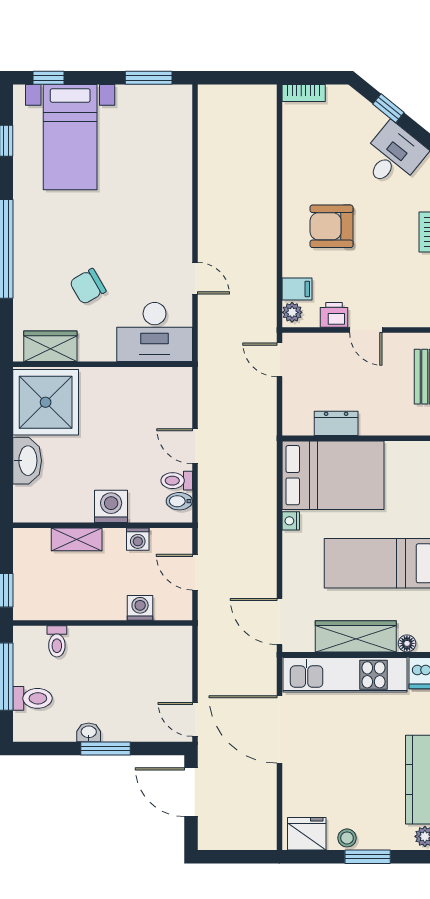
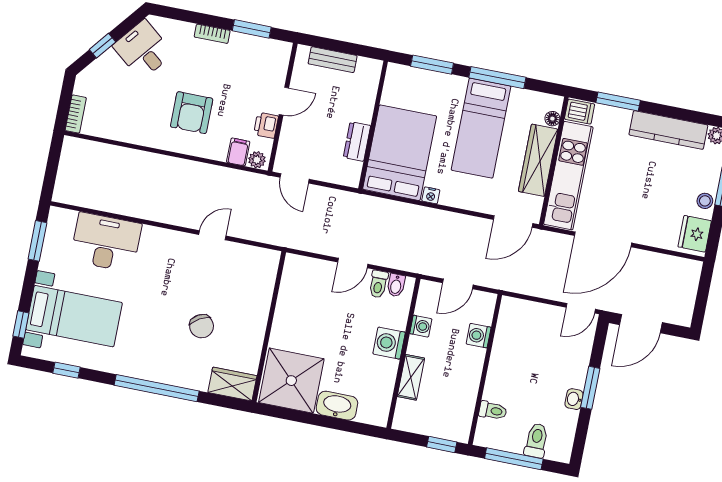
desk: (155, 332) -> (106, 242), moved, turned -90
wardrobe: (50, 346) -> (232, 384), moved, turned 90
door: (279, 360) -> (295, 178), hinge flipped

